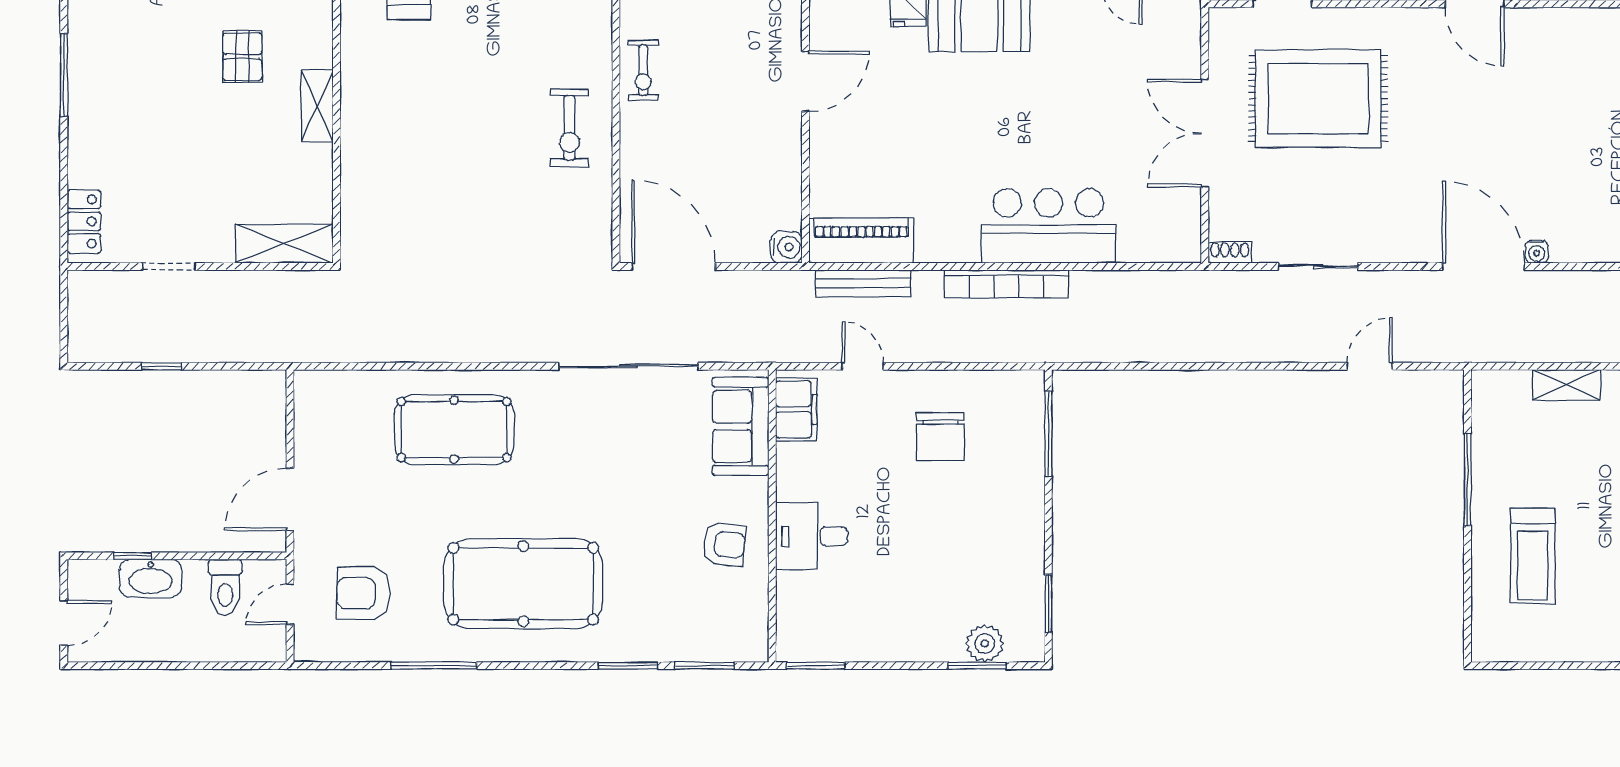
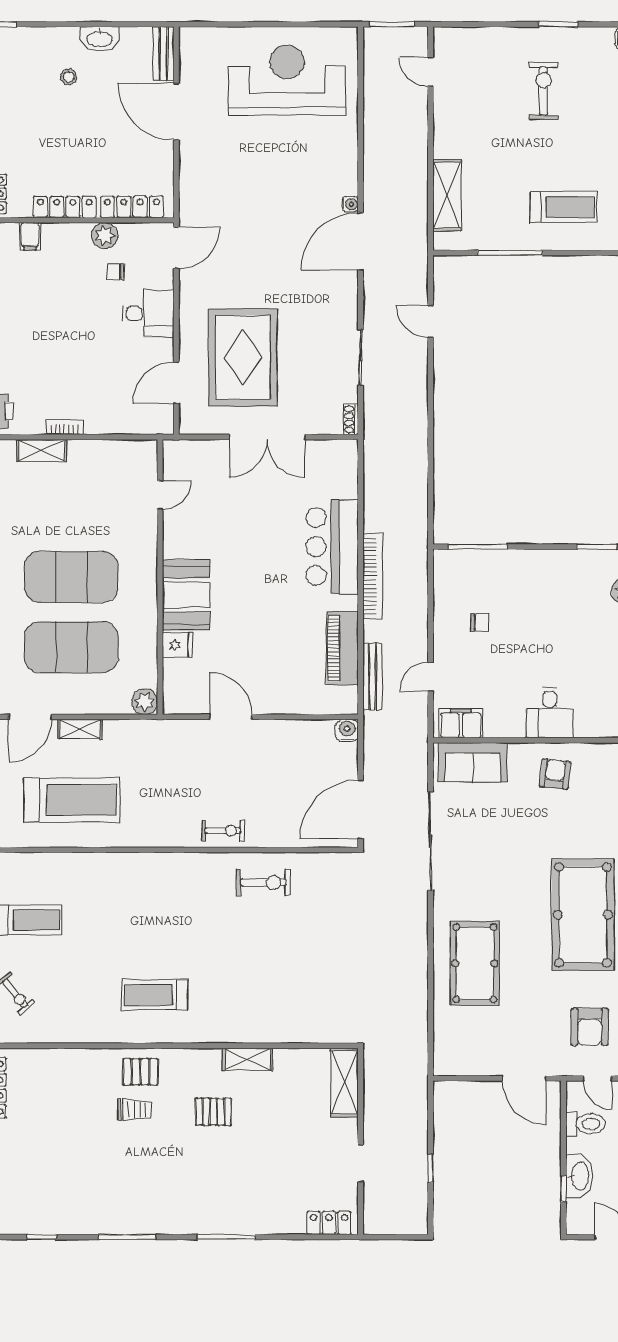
piano: (861, 240) -> (342, 648), moved
shelving: (1566, 385) -> (447, 195), width x1.50, depth x1.33
chair: (940, 437) -> (480, 622), width x0.54, depth x0.54

